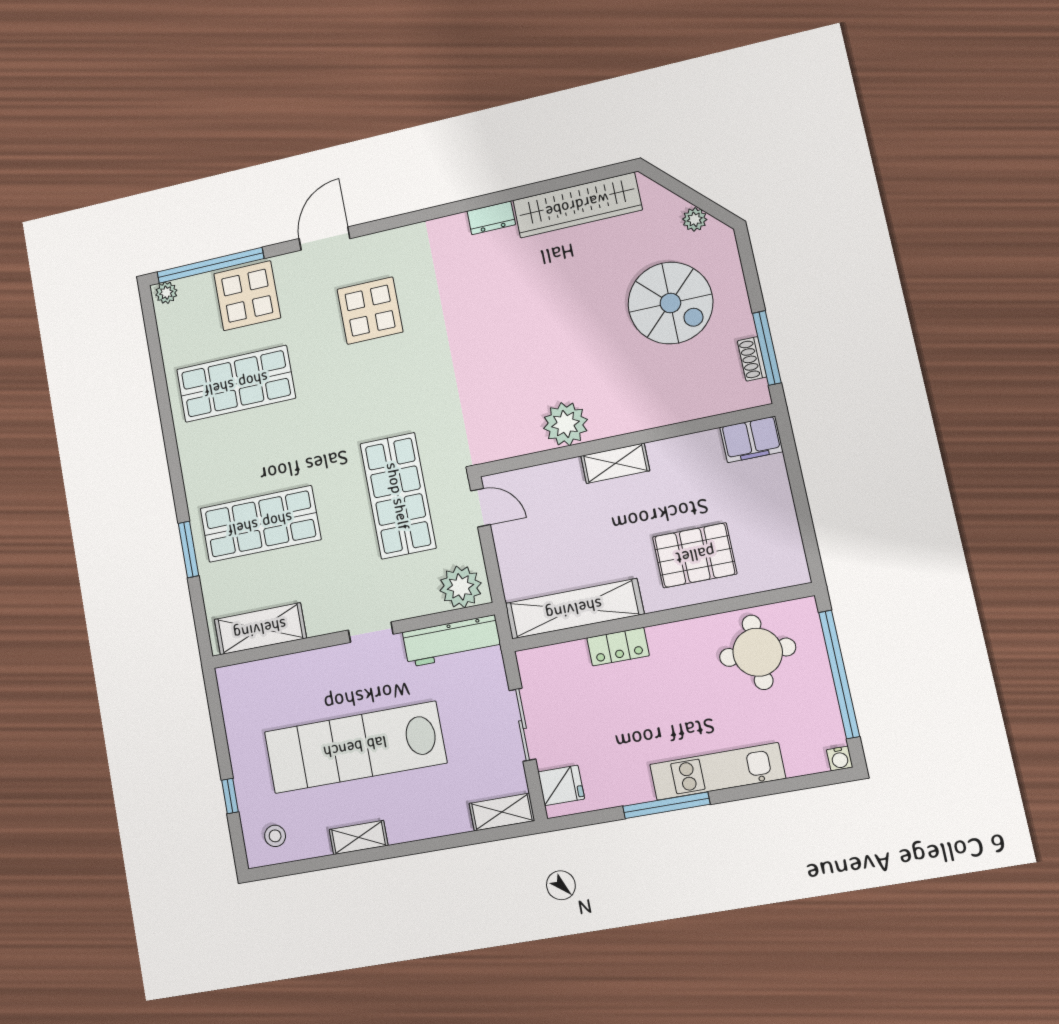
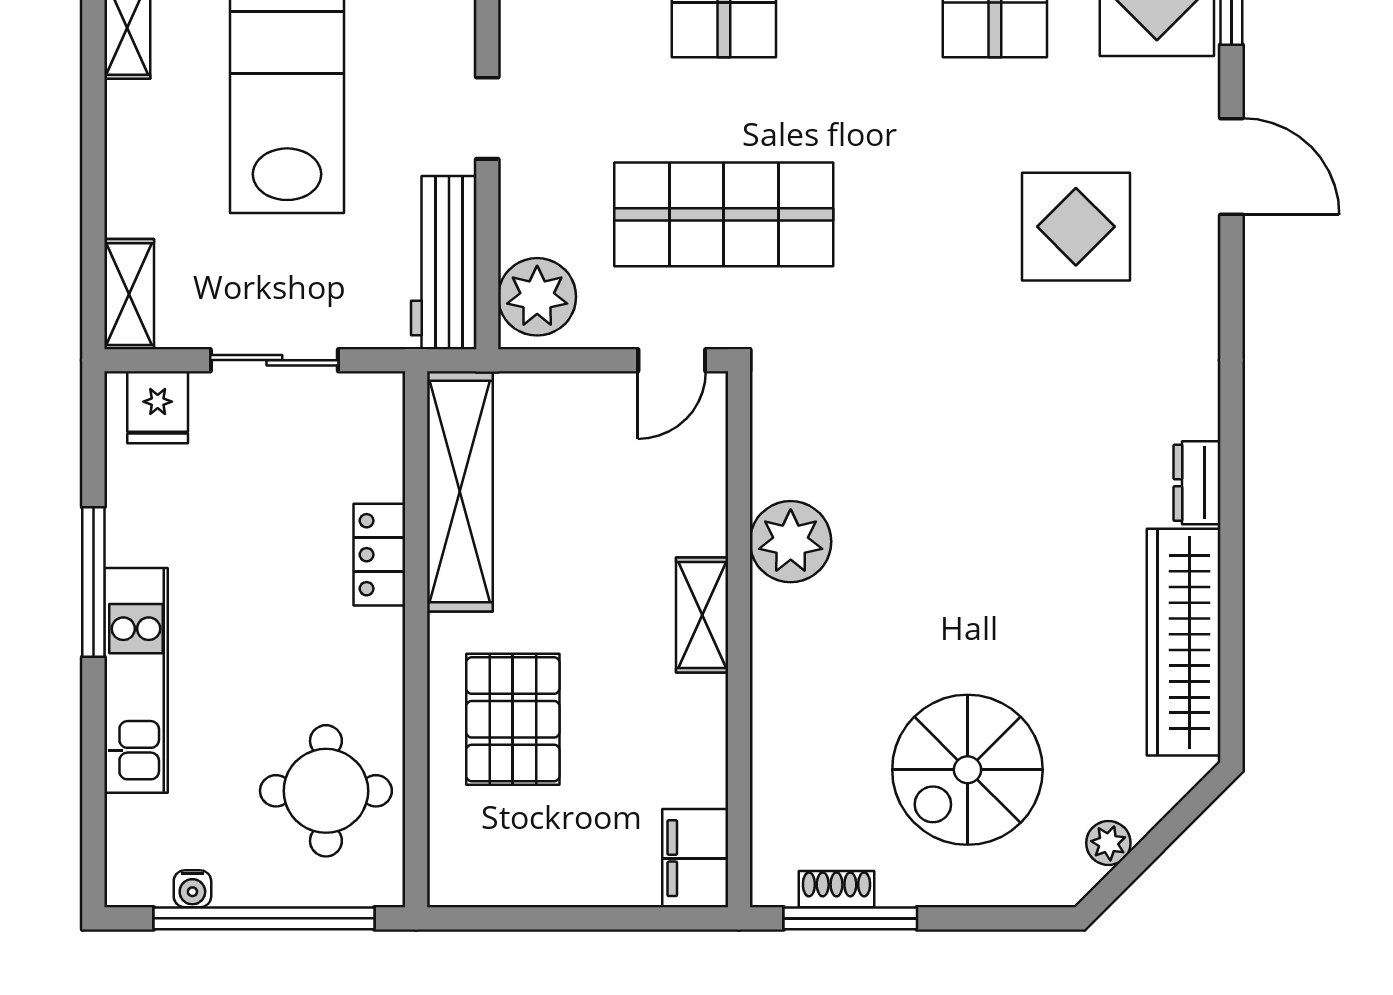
water cooler: (840, 758) -> (192, 889), moved, turned -90

